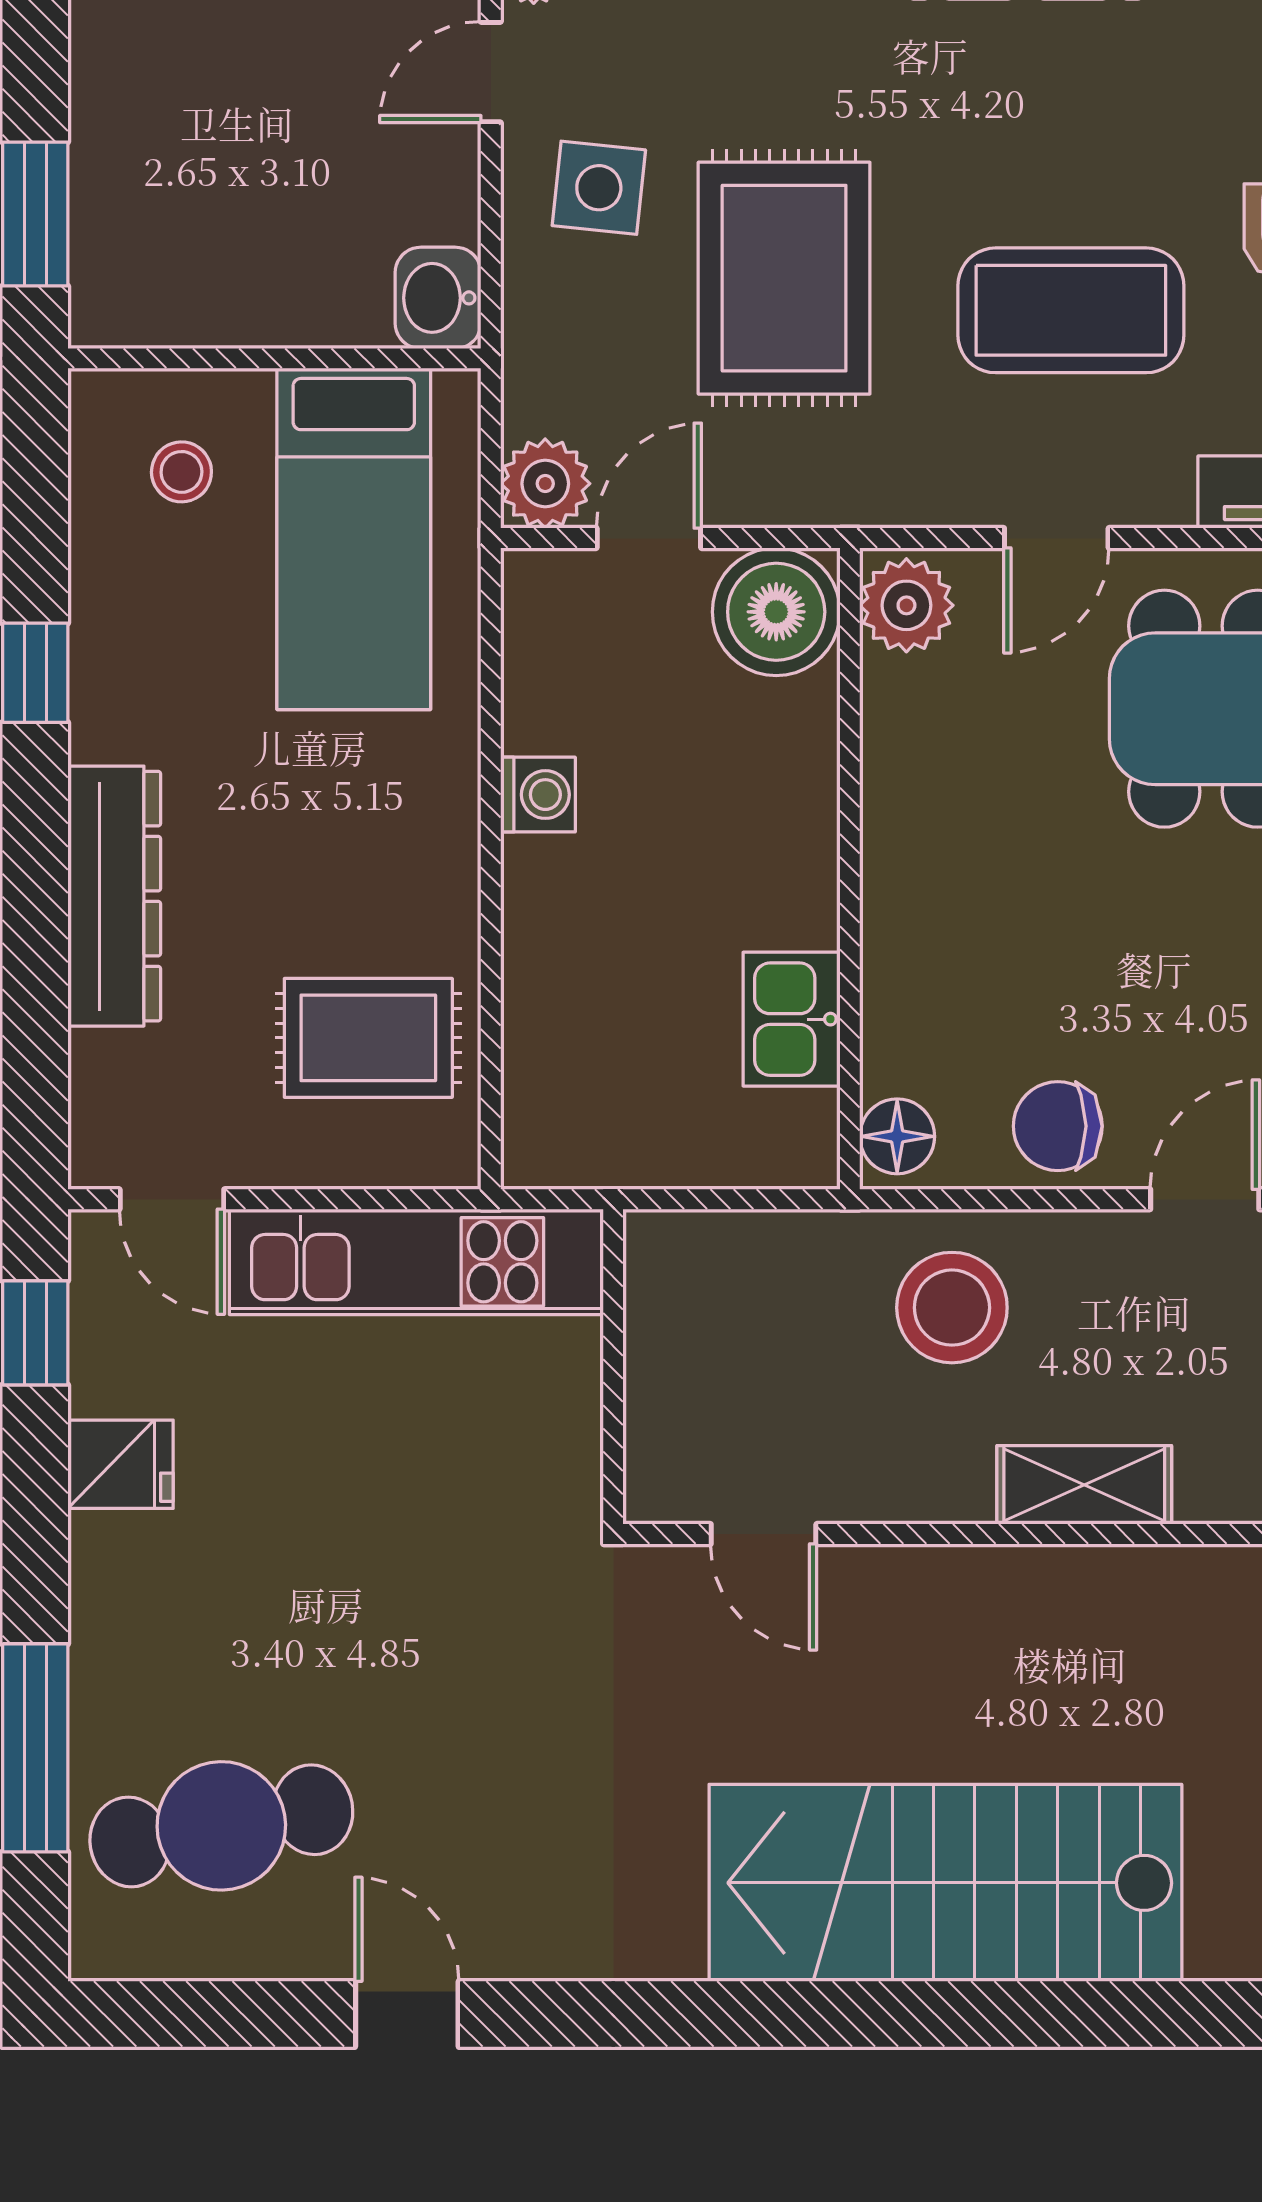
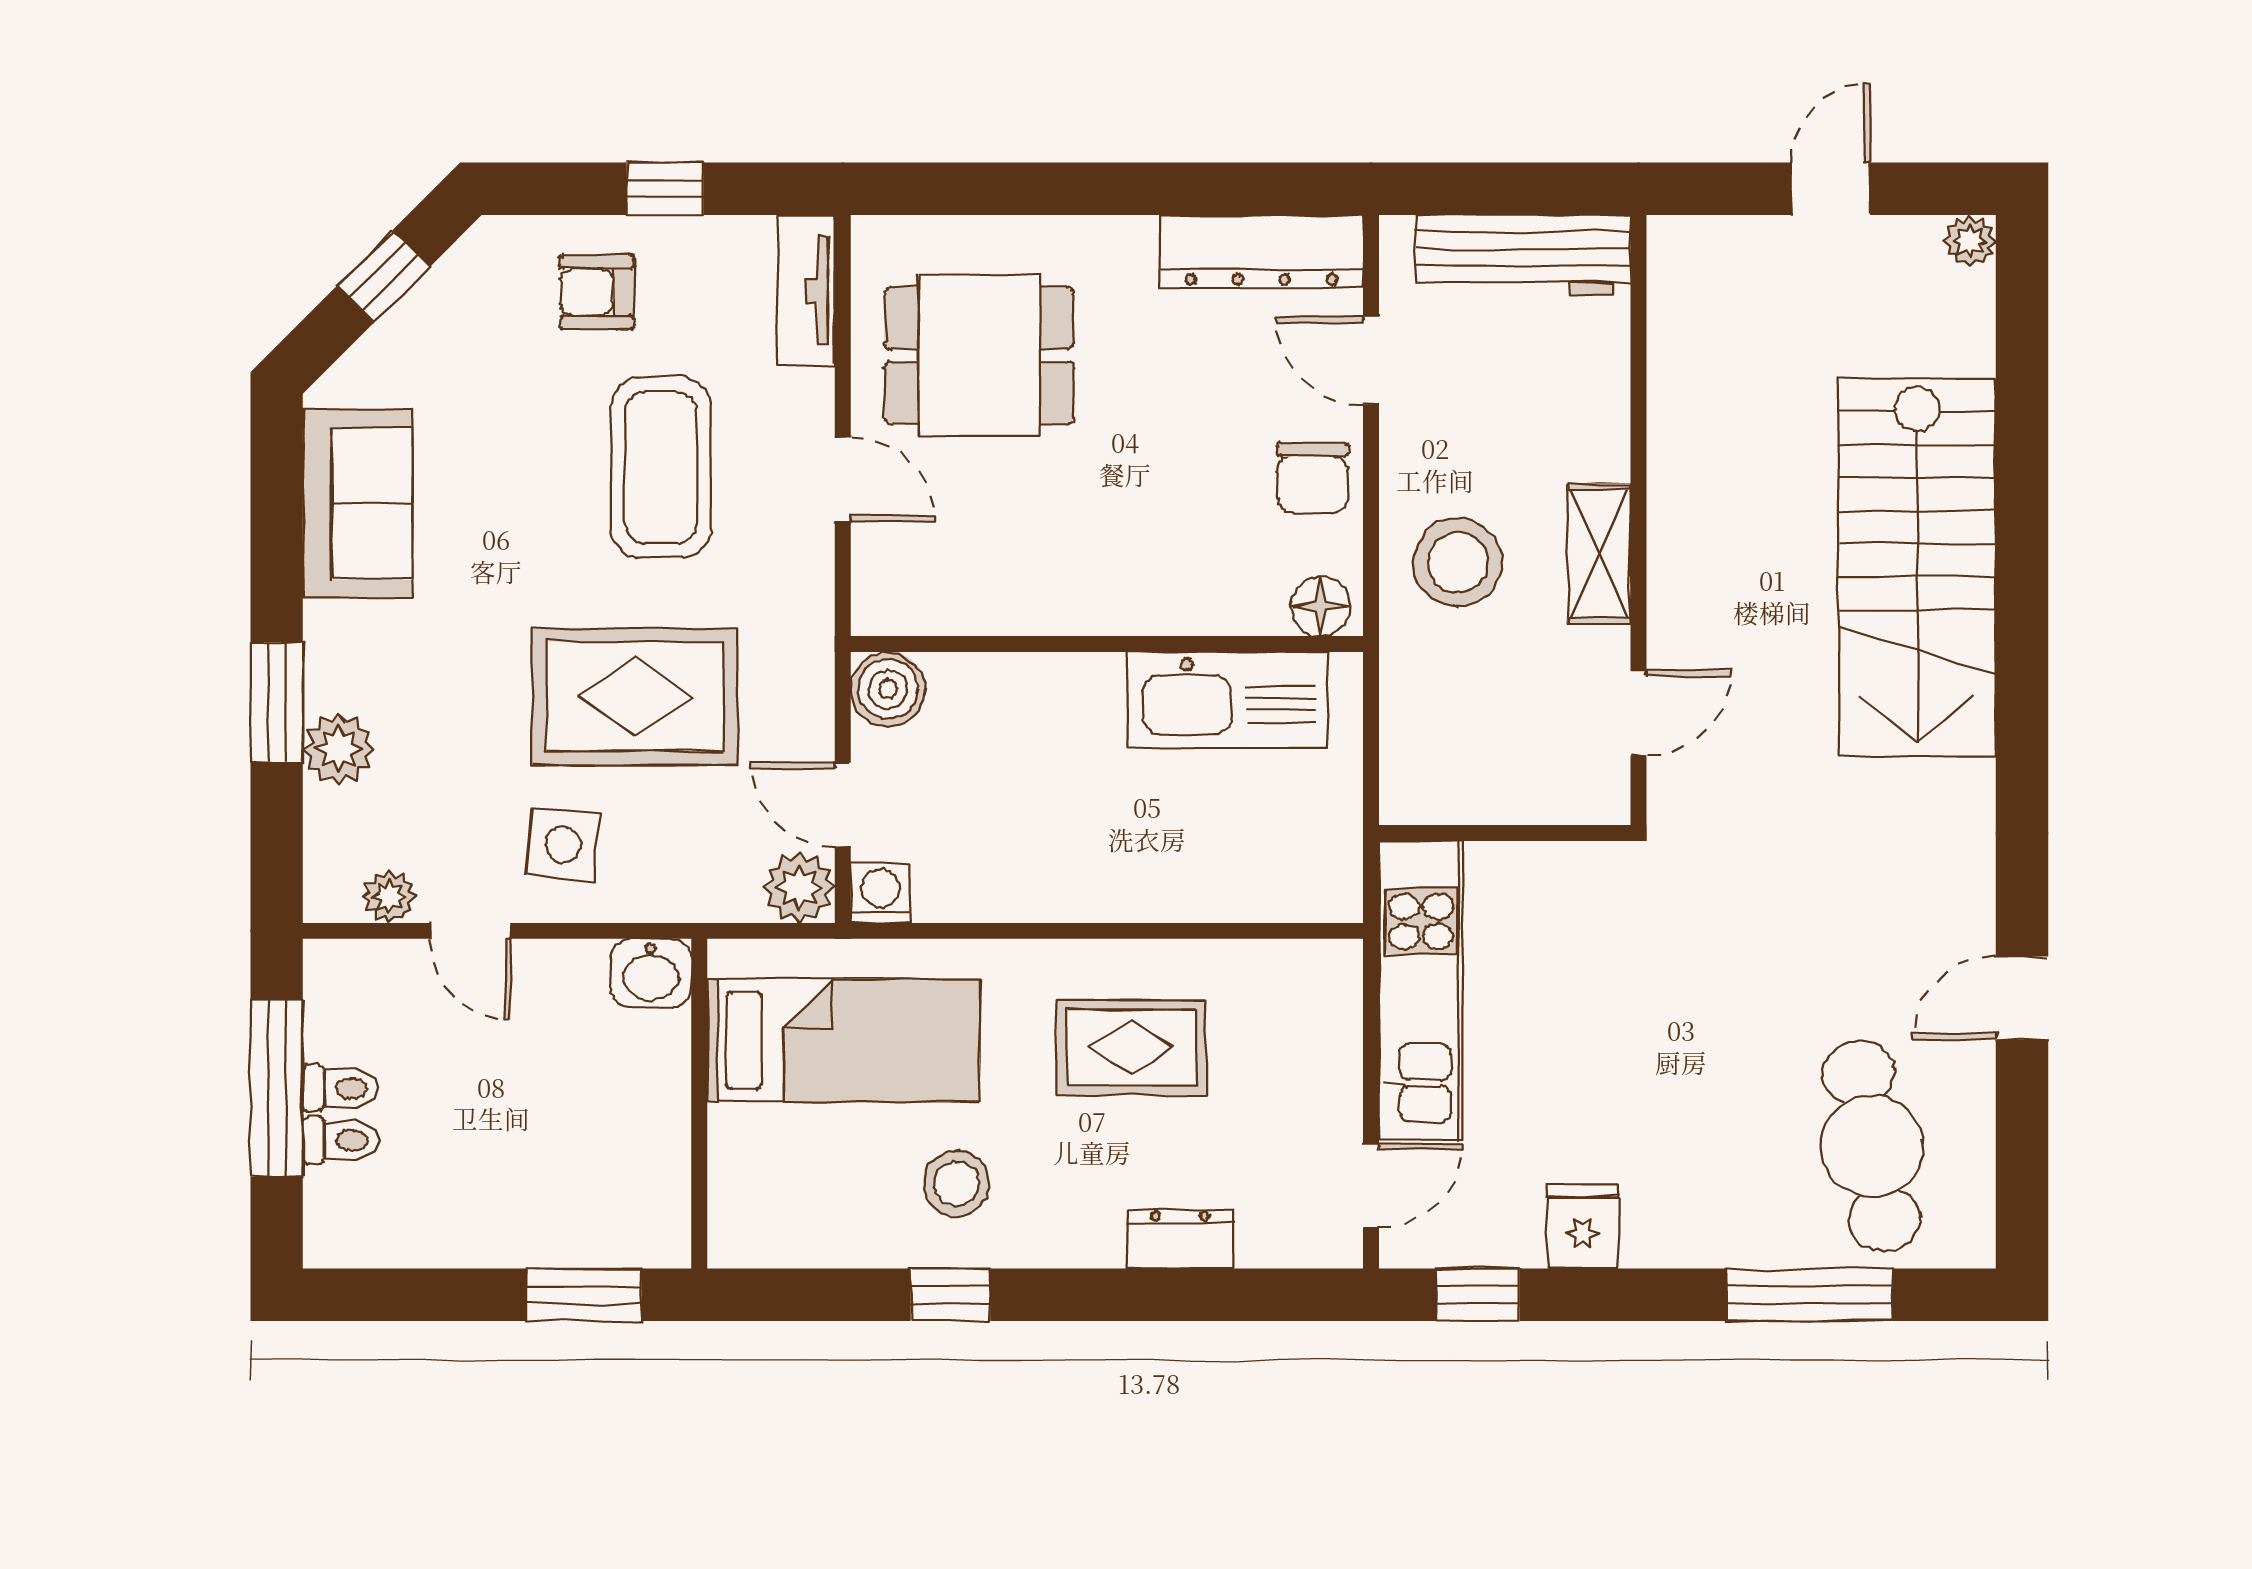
stool: (181, 472) -> (956, 1184), moved, width x1.37, depth x1.37
plant: (906, 605) -> (897, 599), removed
boiler: (776, 612) -> (888, 689), width x0.73, depth x0.73
washing machine: (538, 795) -> (880, 893), moved
dresser: (114, 896) -> (1180, 1239), width x0.51, depth x0.80
kitchen sink: (792, 1019) -> (1227, 700), width x1.88, depth x1.24
rug: (368, 1038) -> (1132, 1048), moved, turned 90
shelving: (1084, 1485) -> (1599, 554), moved

